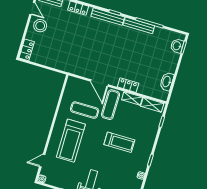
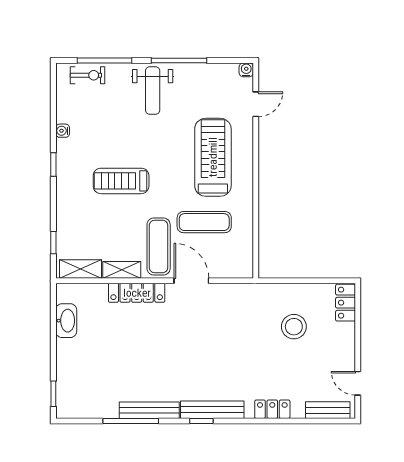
stool: (40, 26) -> (294, 327), moved
washbasin: (177, 46) -> (67, 393), removed
locker: (128, 85) -> (137, 293), width x1.53

